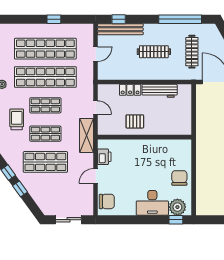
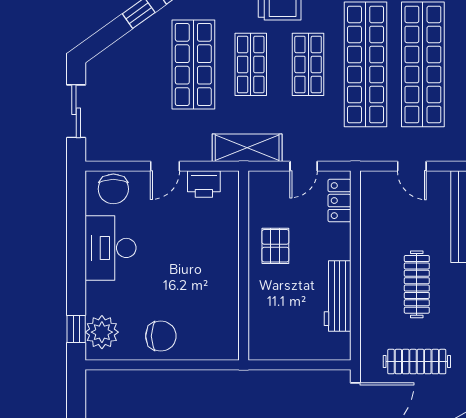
locker: (130, 90) -> (339, 201), moved
door: (96, 176) -> (165, 166), swing flipped
desk: (152, 203) -> (110, 248), moved

